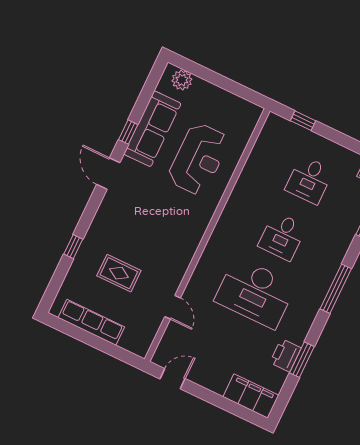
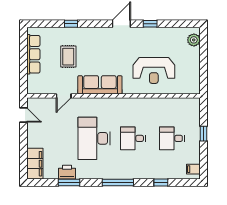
window: (303, 121) -> (203, 134), moved
sofa: (152, 129) -> (100, 85), moved, turned 180

